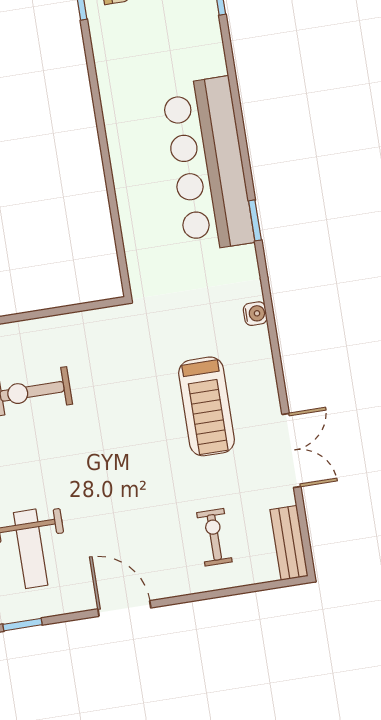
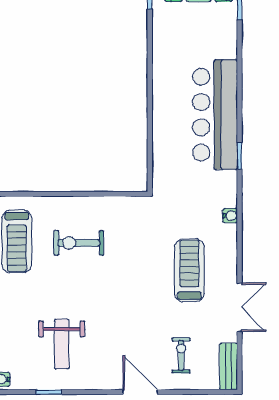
treadmill: (207, 406) -> (189, 270), turned 180
door: (124, 608) -> (140, 392), moved

